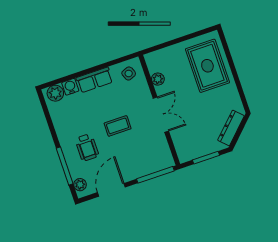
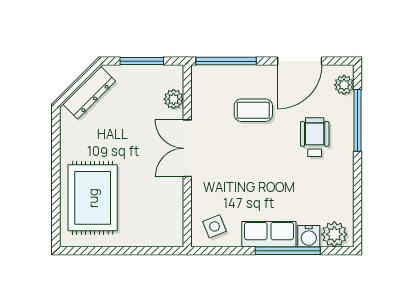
window: (80, 74) -> (288, 251), added
plant: (158, 79) -> (174, 99), moved
coffee table: (118, 126) -> (253, 110), moved

